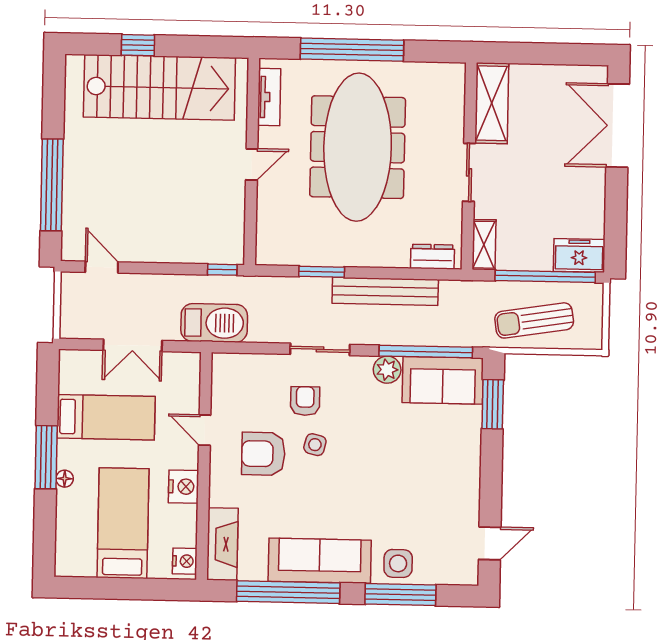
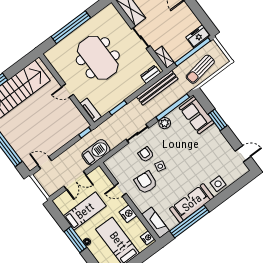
tv unit: (269, 97) -> (90, 110), moved
meeting table: (358, 147) -> (98, 58), width x0.73
door: (252, 164) -> (67, 91), swing flipped
bench: (385, 291) -> (157, 88), moved
sofa: (443, 380) -> (197, 115), moved, turned 90
window: (493, 404) -> (218, 120), moved
armchair: (263, 454) -> (146, 182), turned 95
door: (490, 543) -> (243, 154), hinge flipped
window: (400, 594) -> (227, 193), removed

